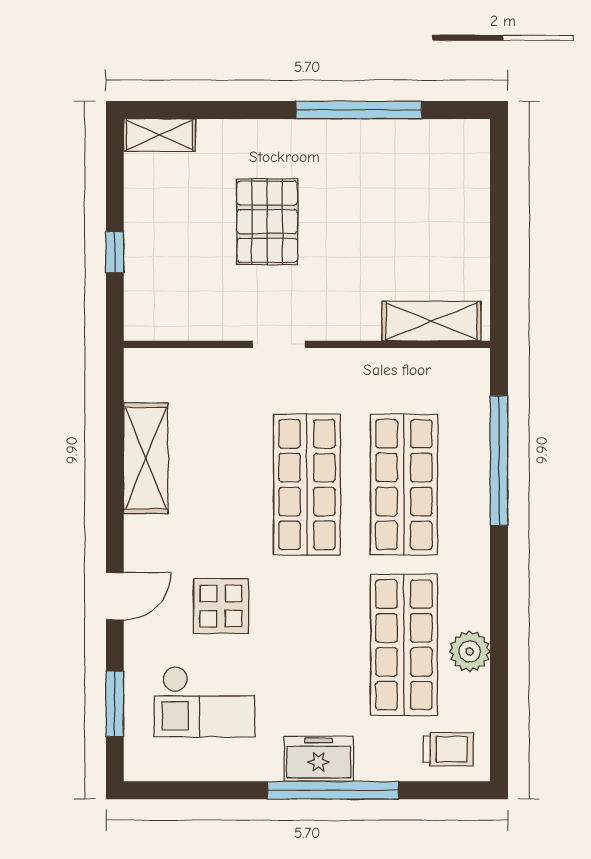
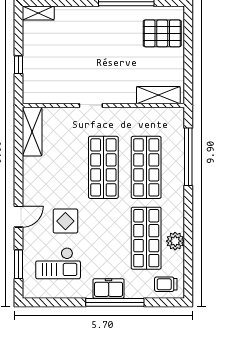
pallet: (267, 222) -> (162, 33), moved, turned 90
shelving: (146, 458) -> (32, 132), moved
trolley: (448, 749) -> (166, 284), turned 180

